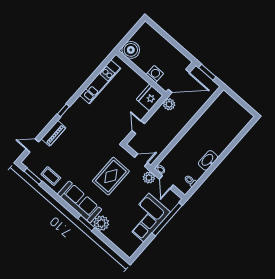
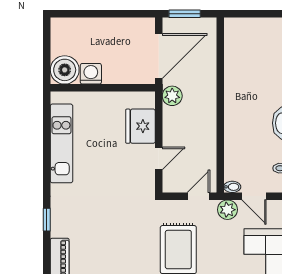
washing machine: (155, 74) -> (91, 74), moved
fridge: (150, 98) -> (140, 126), moved
door: (138, 127) -> (159, 158), swing flipped

